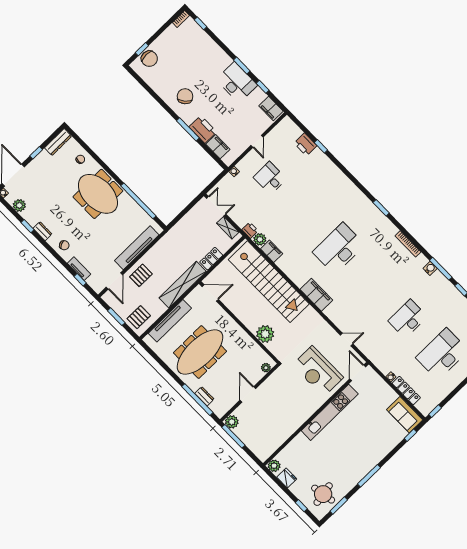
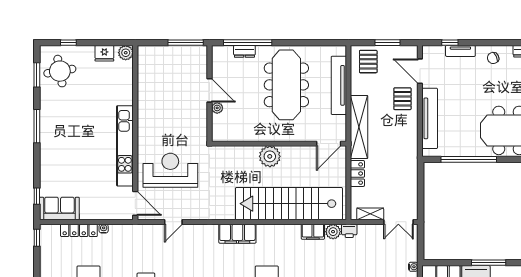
plant: (265, 334) -> (270, 156), moved
plant: (266, 368) -> (217, 108), moved
plant: (232, 422) -> (199, 53), removed

